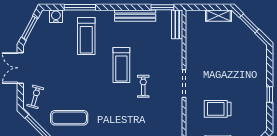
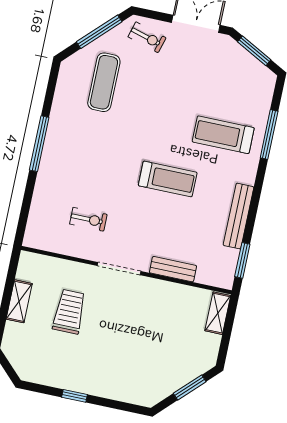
water cooler: (56, 16) -> (263, 95), removed
shelving: (218, 16) -> (218, 313), moved
bench: (177, 24) -> (173, 269), moved
treadmill: (121, 65) -> (168, 179), turned 180
exercise bike: (143, 86) -> (88, 219), moved

